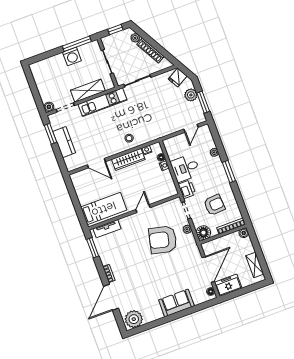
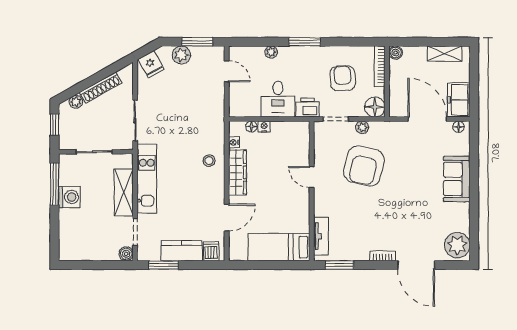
dishwasher: (71, 161) -> (211, 251), added
bed: (104, 209) -> (279, 247), moved, turned -90

